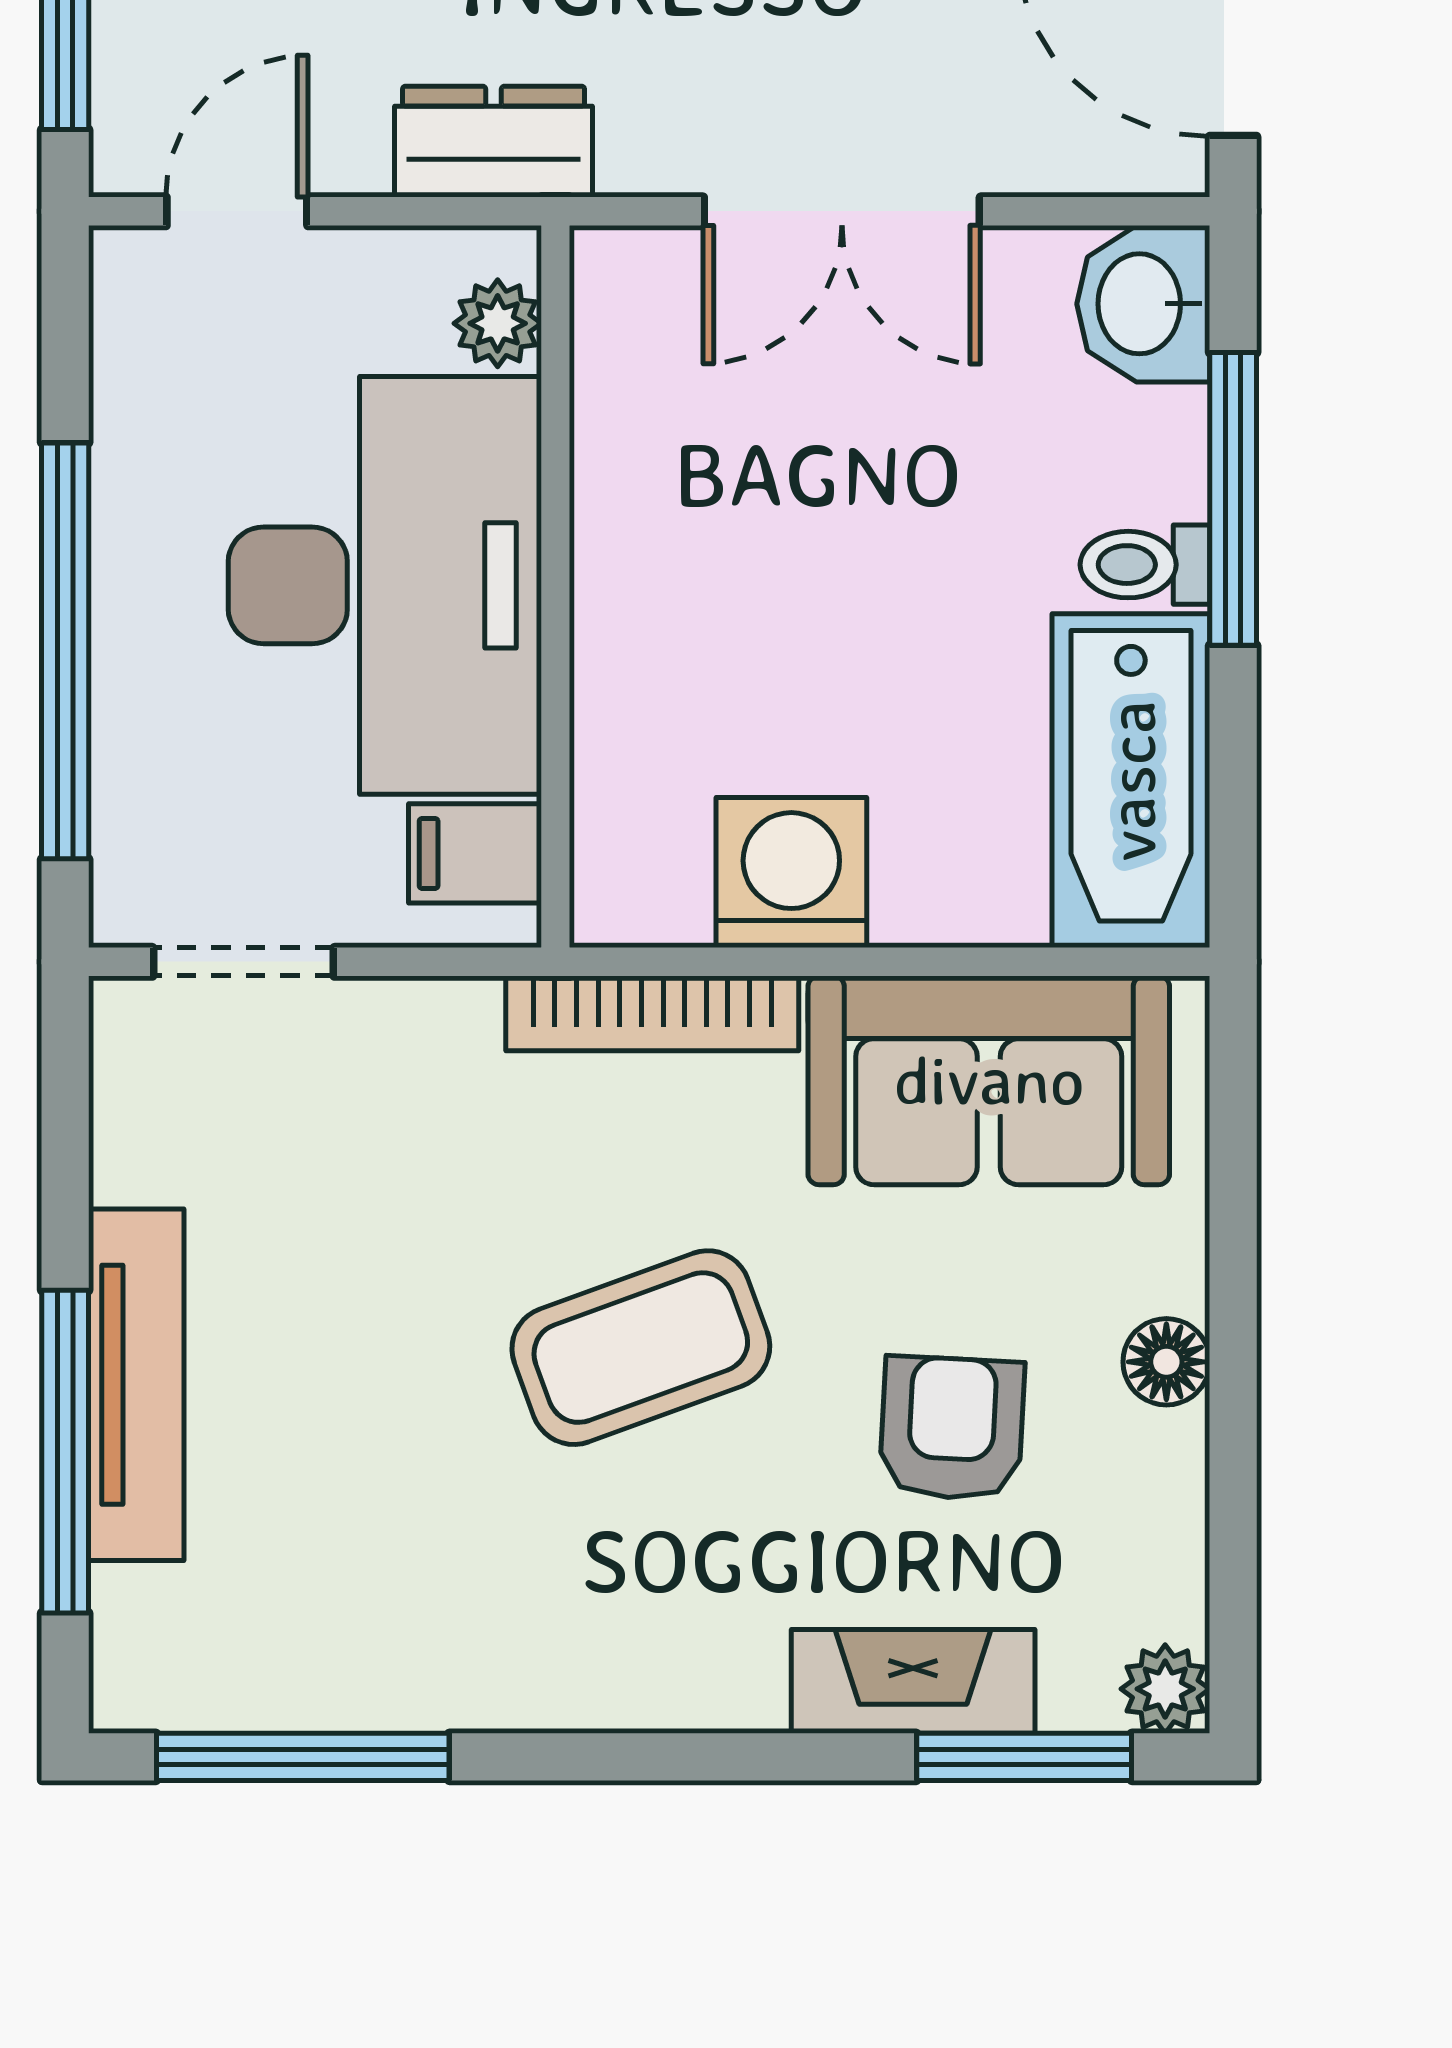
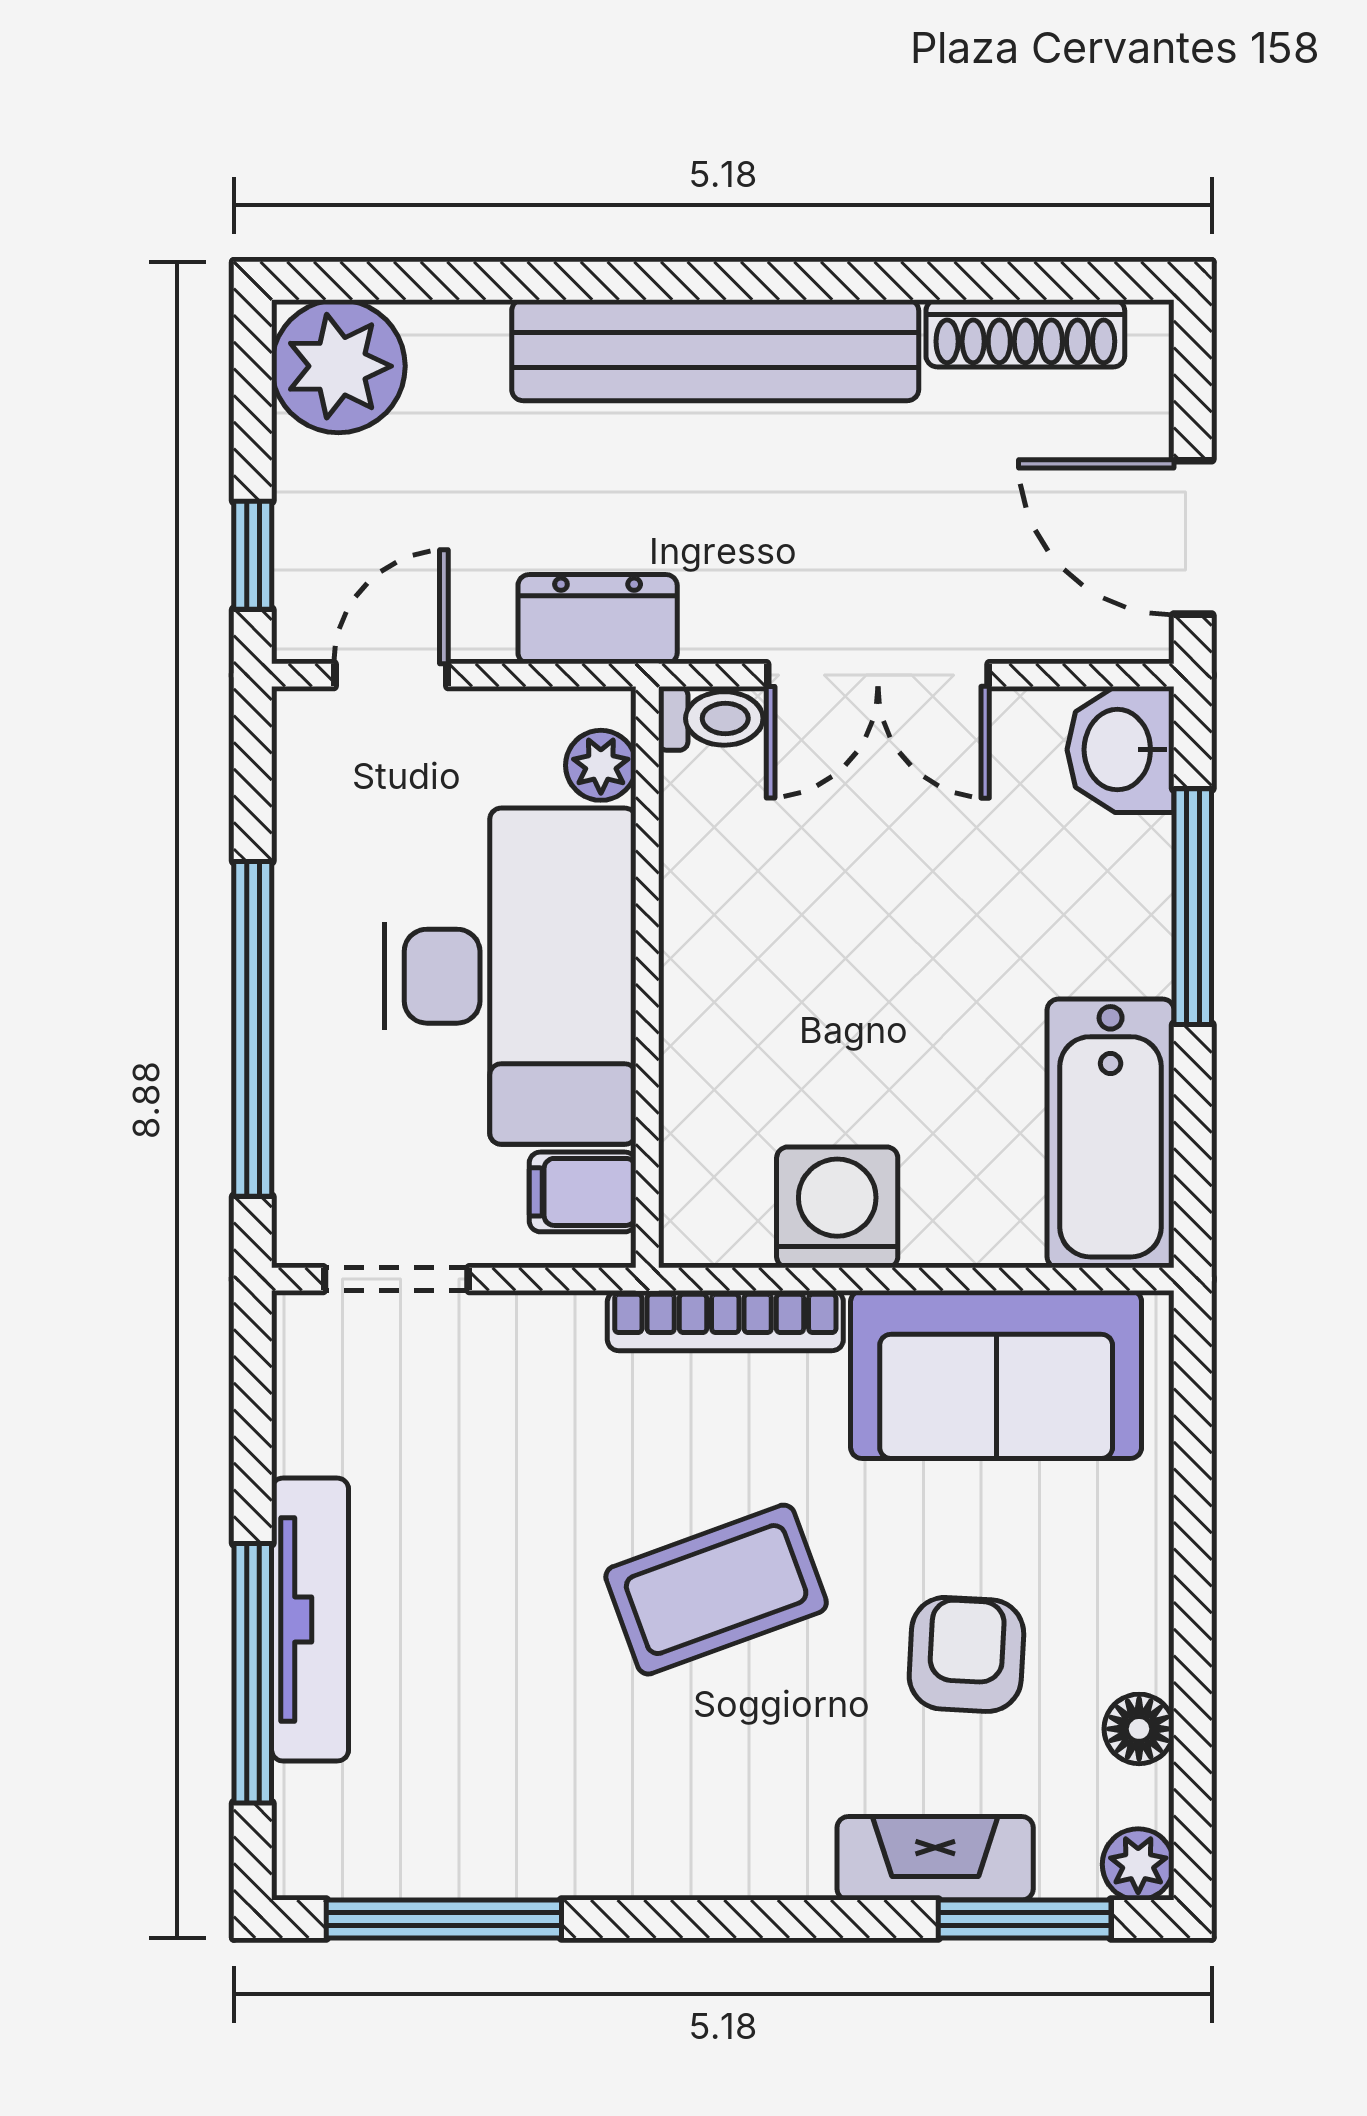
toilet: (1145, 565) -> (711, 718), moved, turned 180
floor lamp: (1166, 1362) -> (1139, 1729), moved

